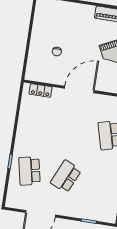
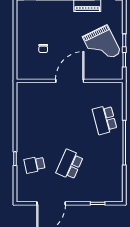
locker: (41, 90) -> (33, 87), removed
school desk: (29, 171) -> (35, 165), width x0.54

